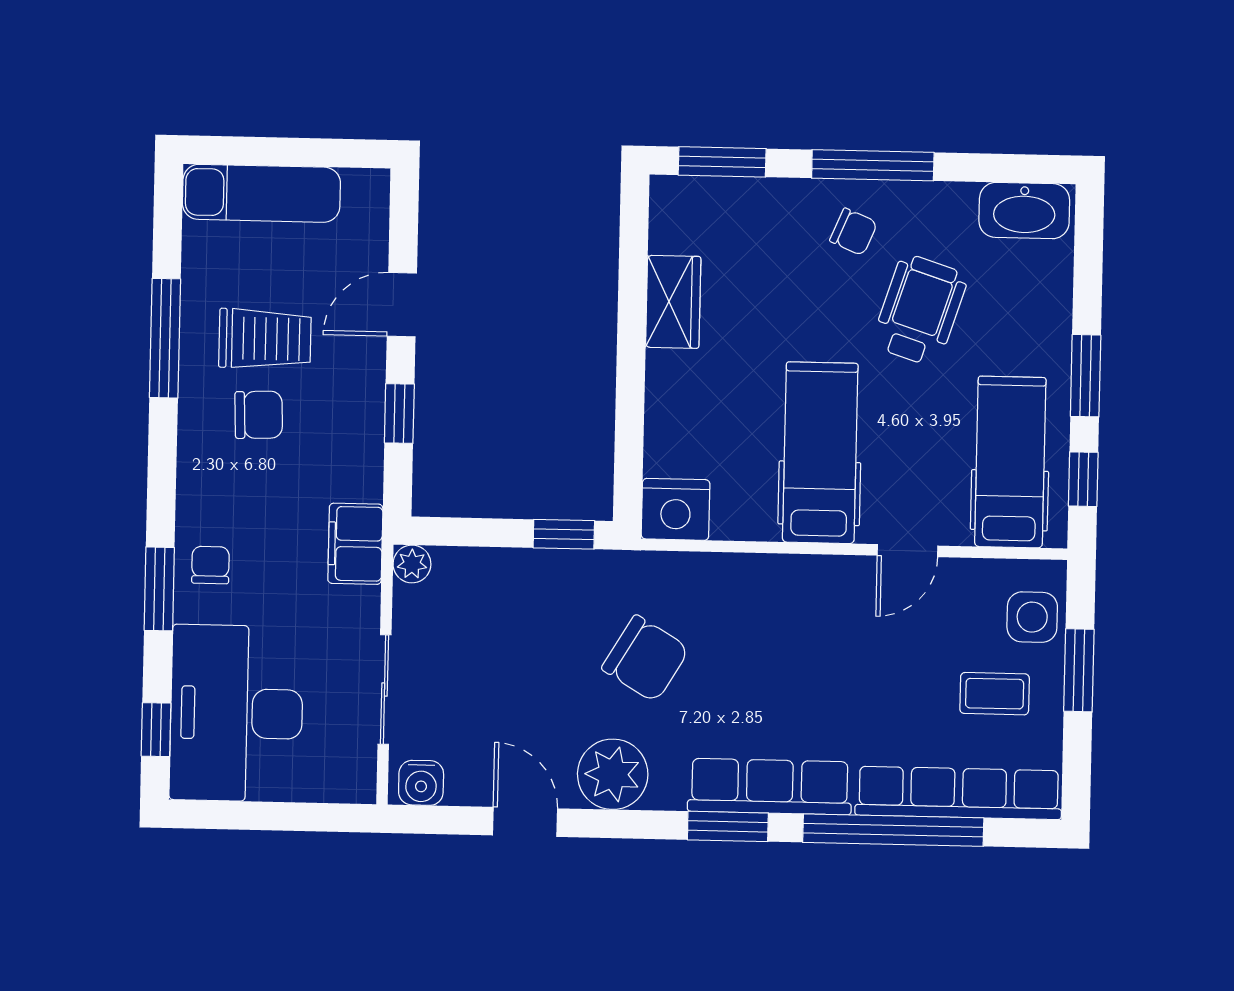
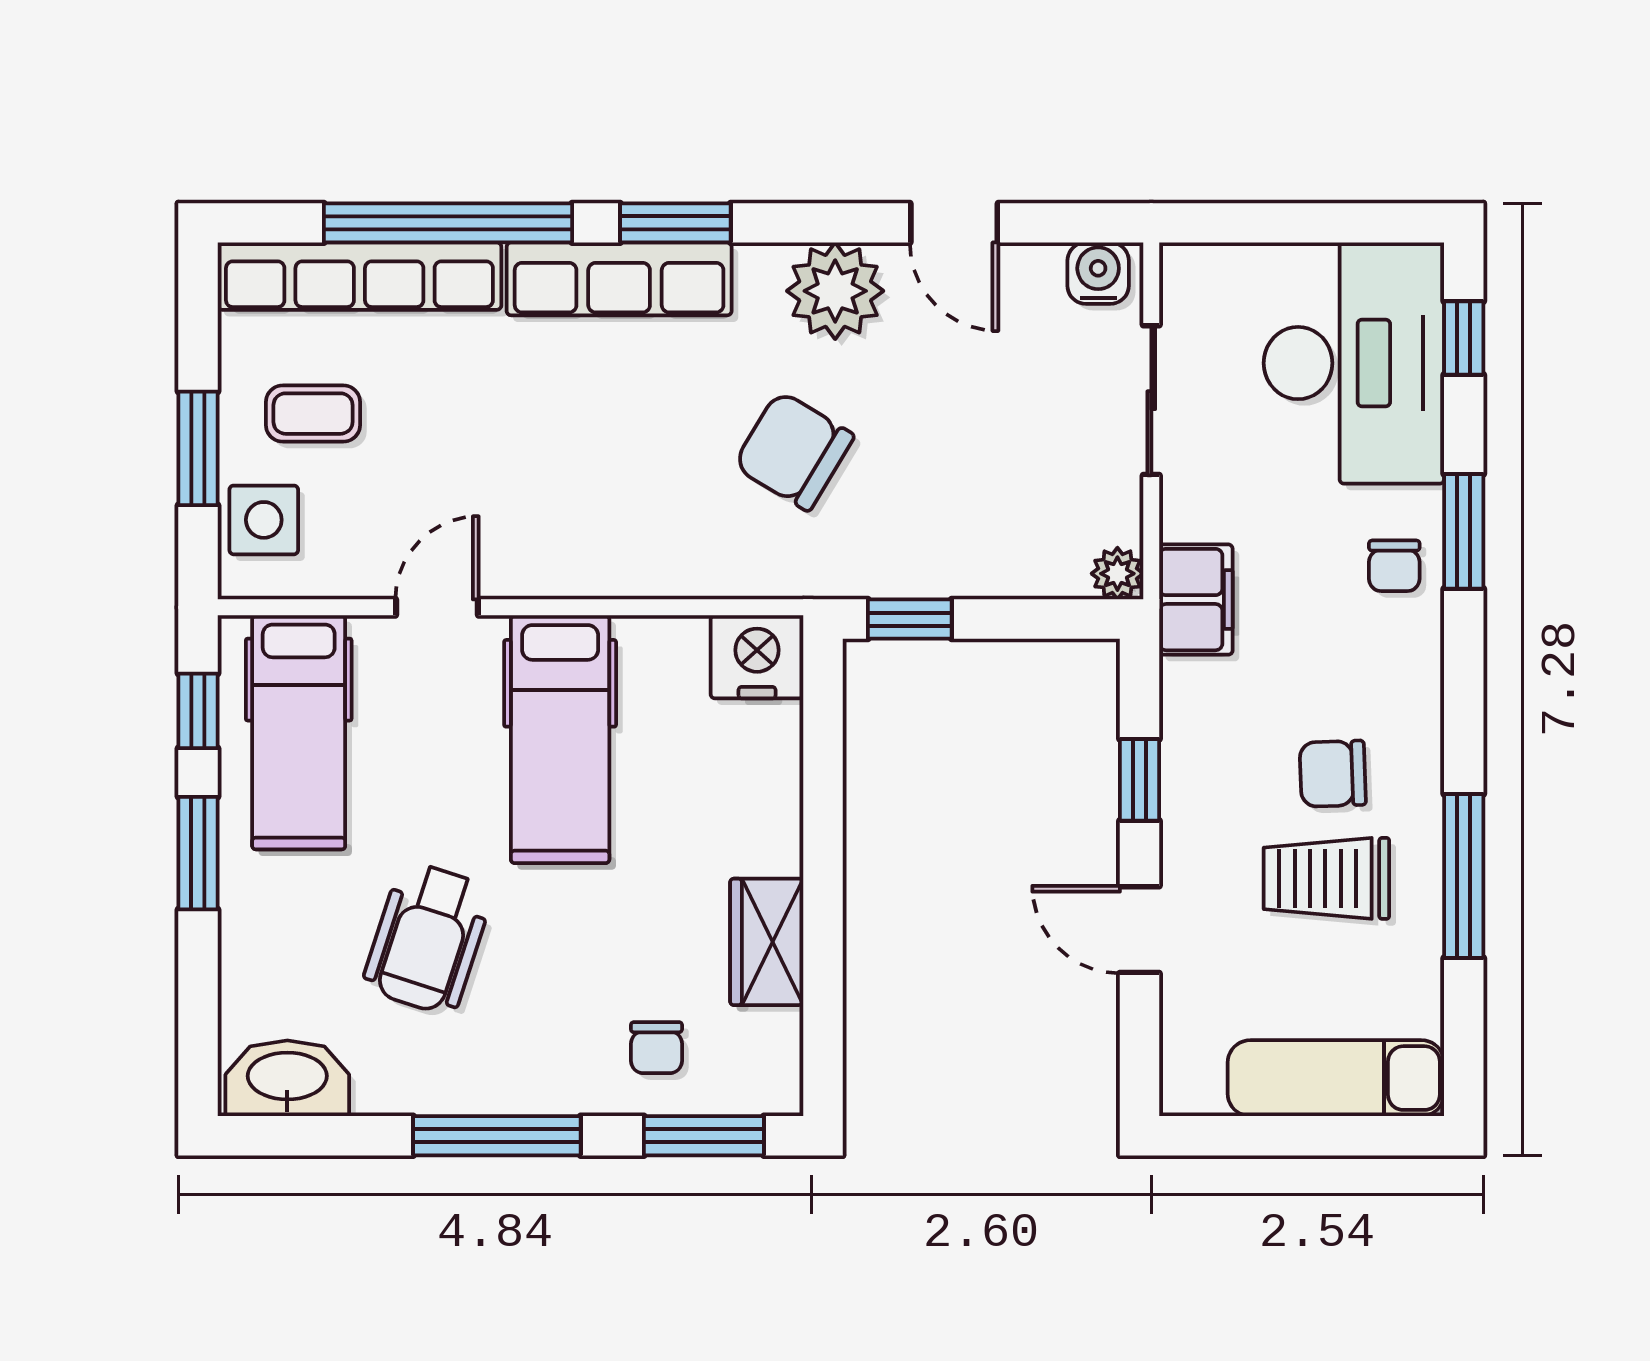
chair: (853, 232) -> (656, 1048), moved, turned -113
door: (402, 305) -> (1140, 930), swing flipped

